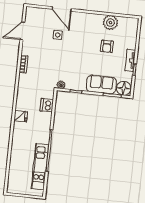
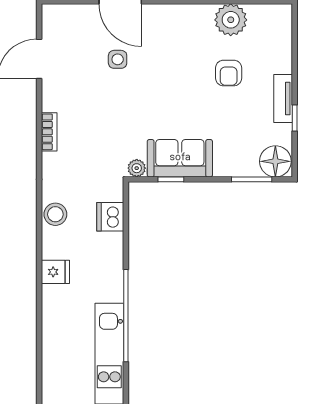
sofa: (101, 85) -> (180, 158), moved
stool: (22, 102) -> (55, 214), added
fridge: (21, 116) -> (55, 272), moved

